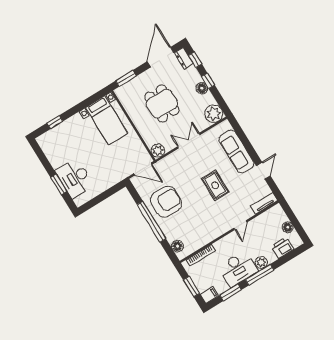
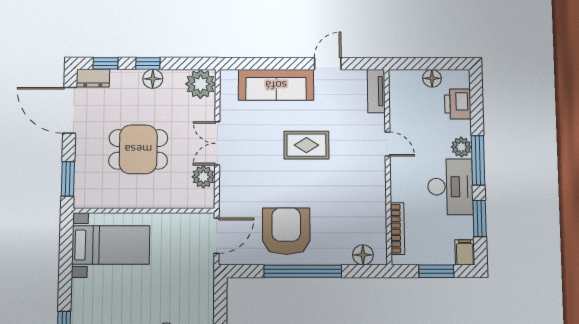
plant: (158, 151) -> (203, 177), moved
door: (263, 171) -> (328, 64), hinge flipped

